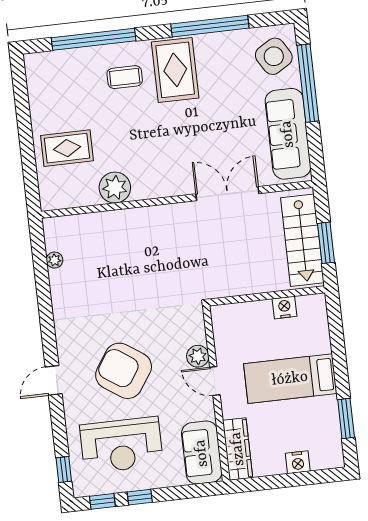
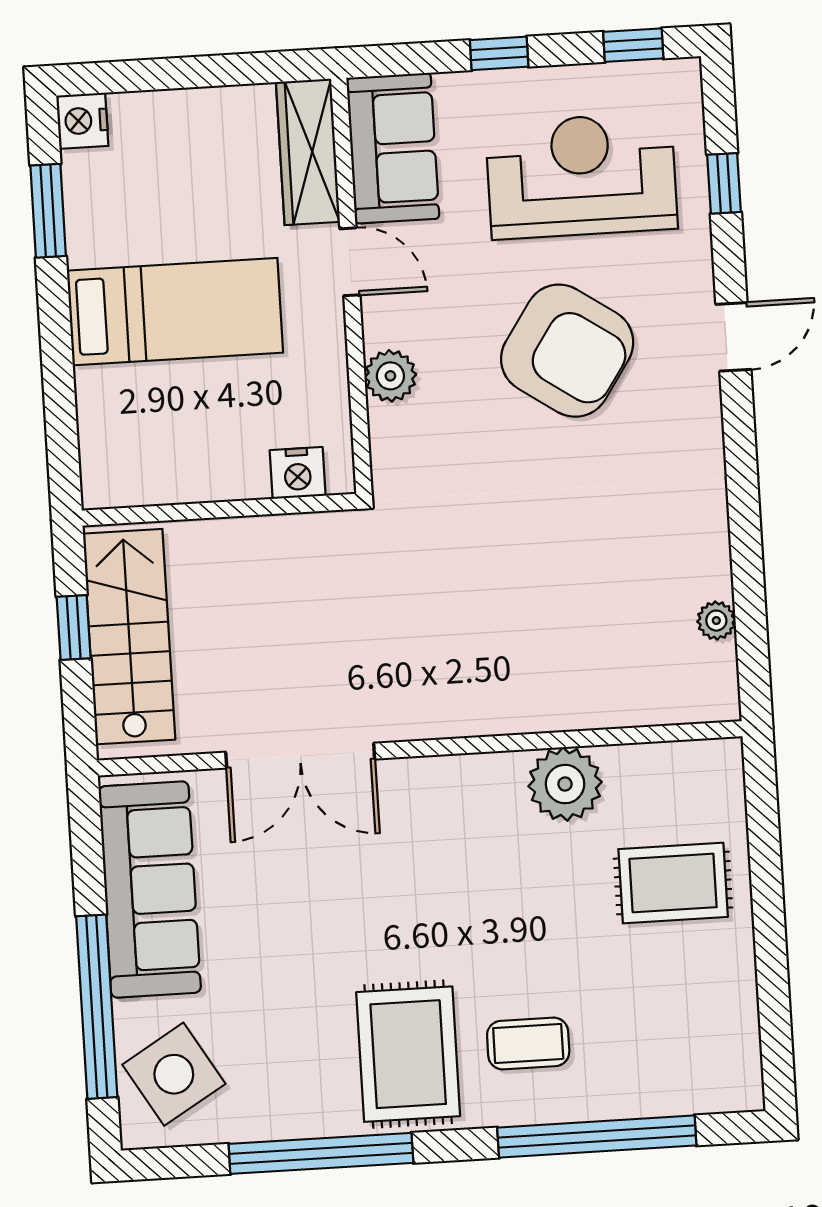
window: (326, 243) -> (74, 628), width x0.67
nightstand: (284, 307) -> (298, 473), moved
door: (215, 381) -> (350, 262), moved
nightstand: (298, 462) -> (82, 121), moved, turned -90
window: (64, 469) -> (724, 183), moved
window: (140, 497) -> (499, 53), moved

